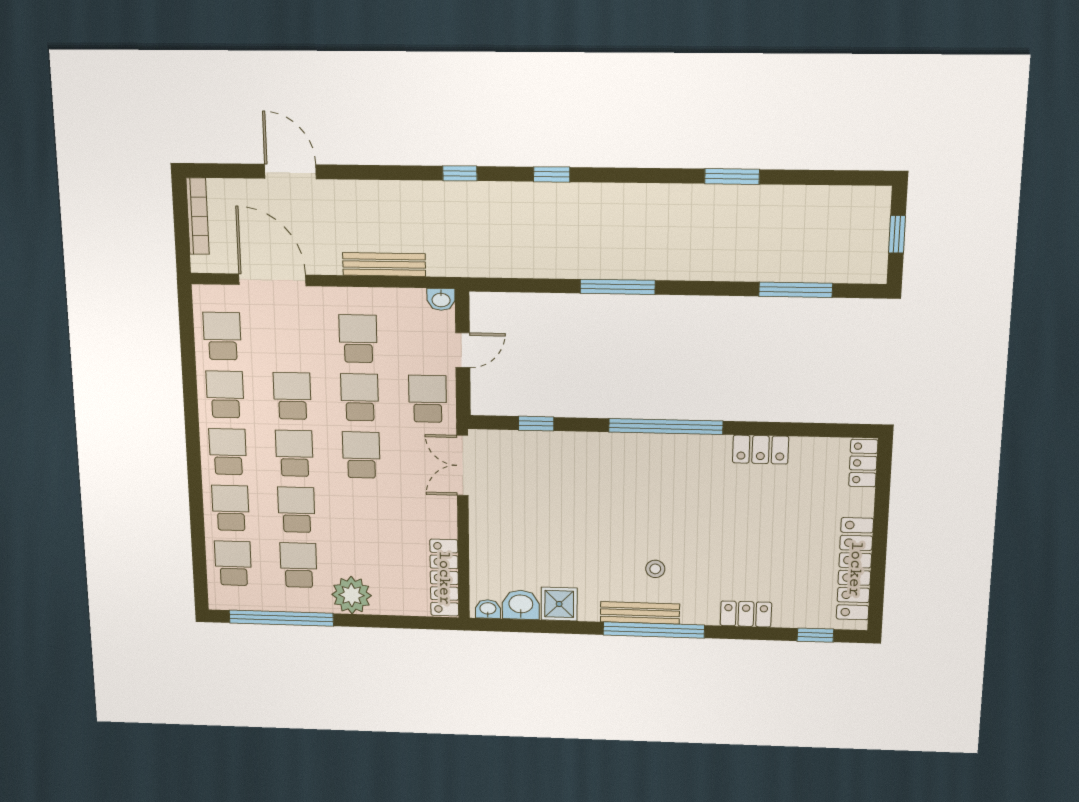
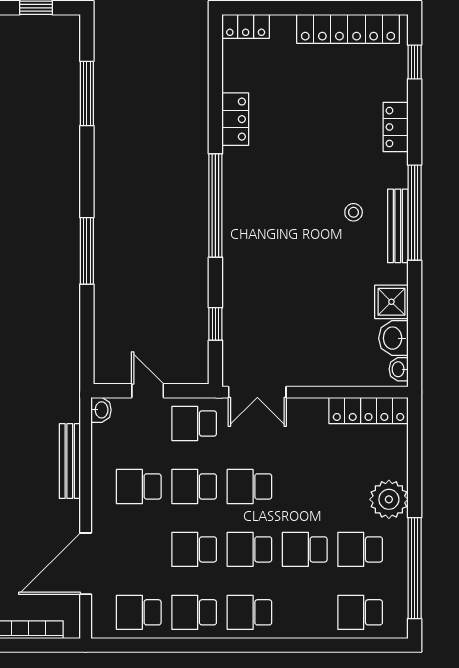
school desk: (231, 508) -> (305, 612), removed

